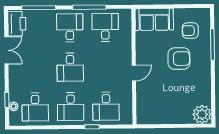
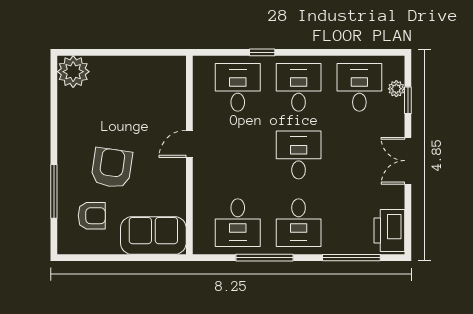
double door: (6, 50) -> (408, 161), moved
armchair: (179, 59) -> (112, 168), turned 98

